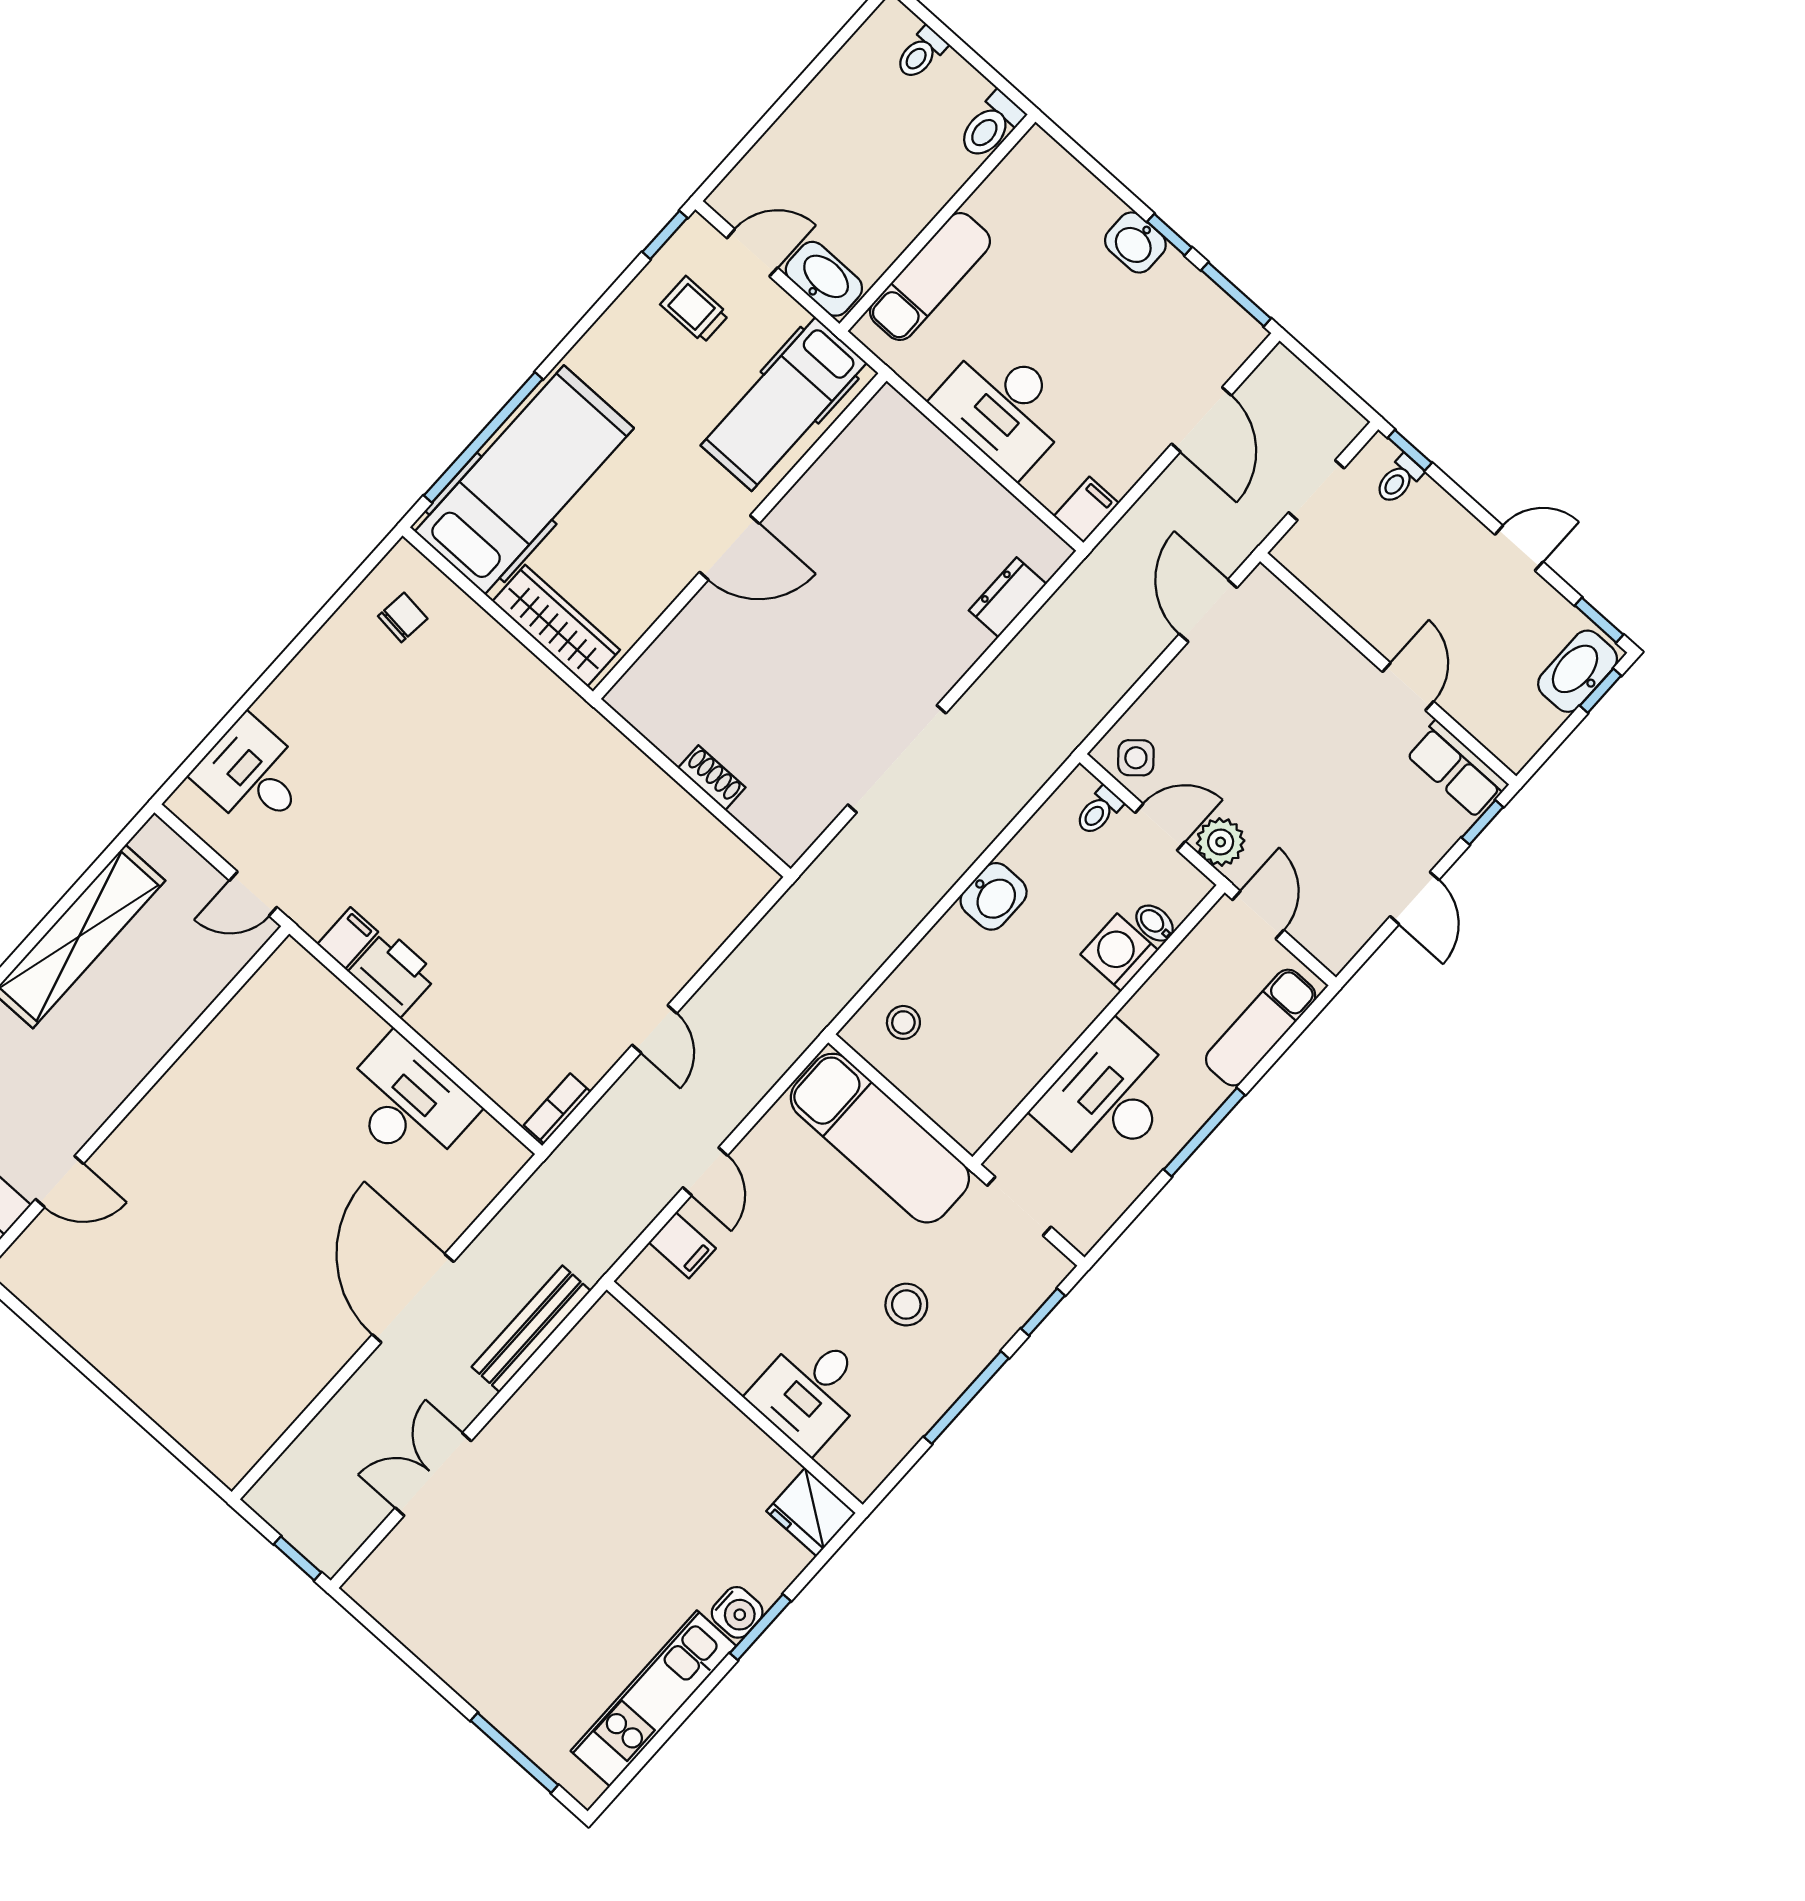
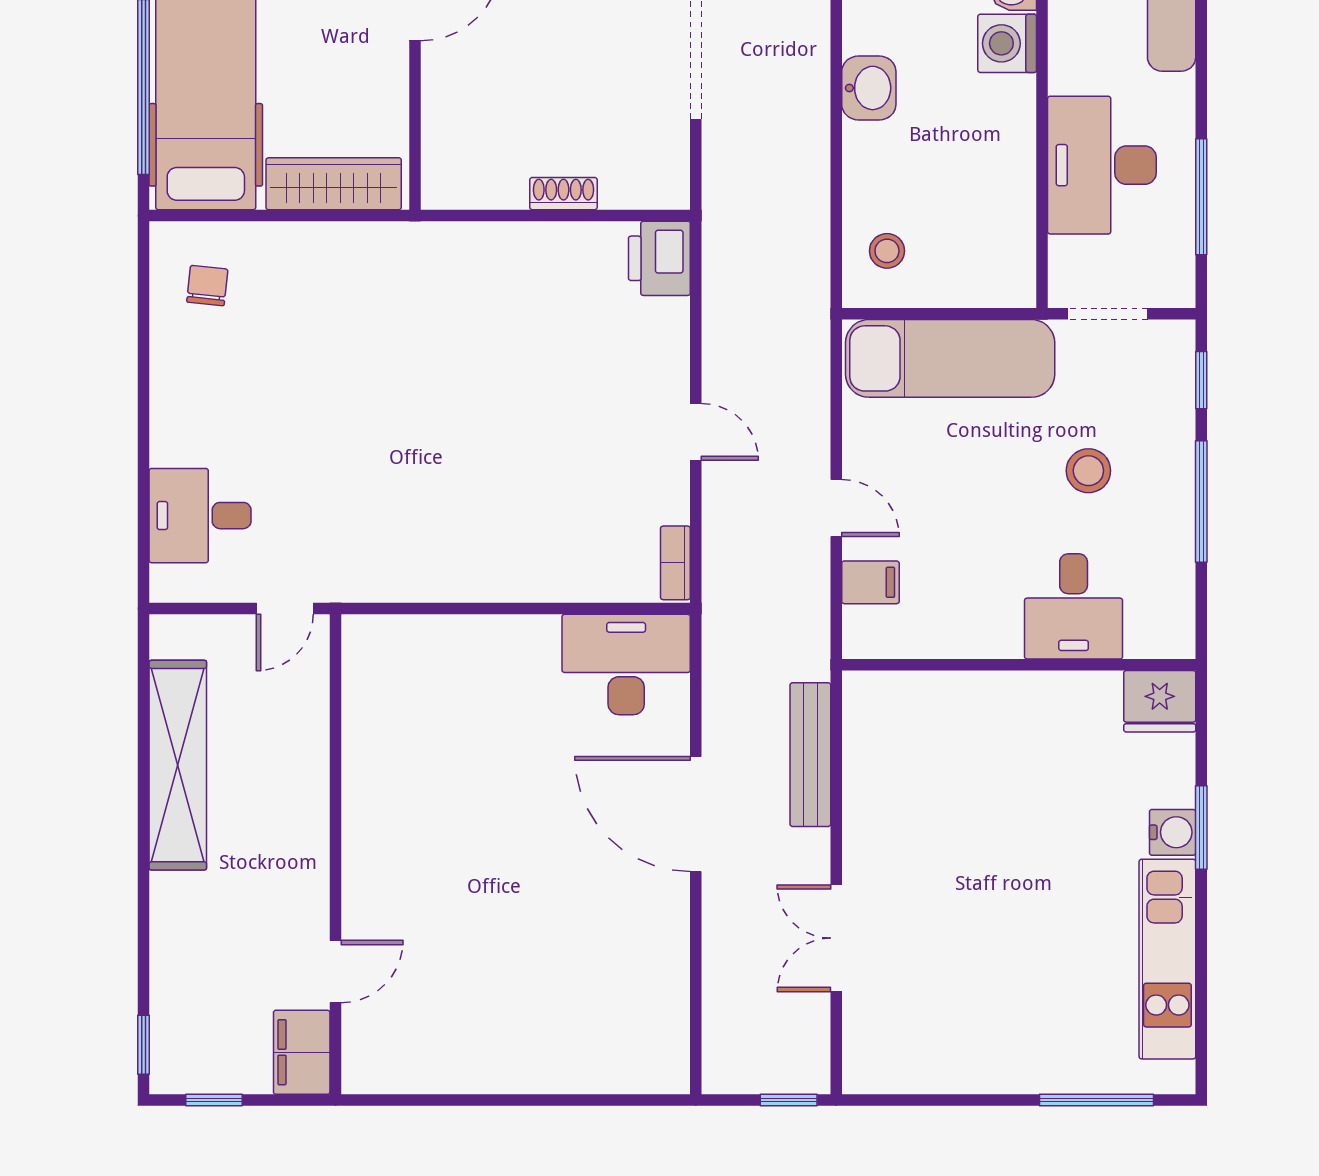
filing cabinet: (348, 938) -> (390, 577), removed
printer: (393, 973) -> (659, 258), moved, turned -90
desk: (407, 1103) -> (626, 665), moved
window: (1204, 1132) -> (1201, 197), moved

